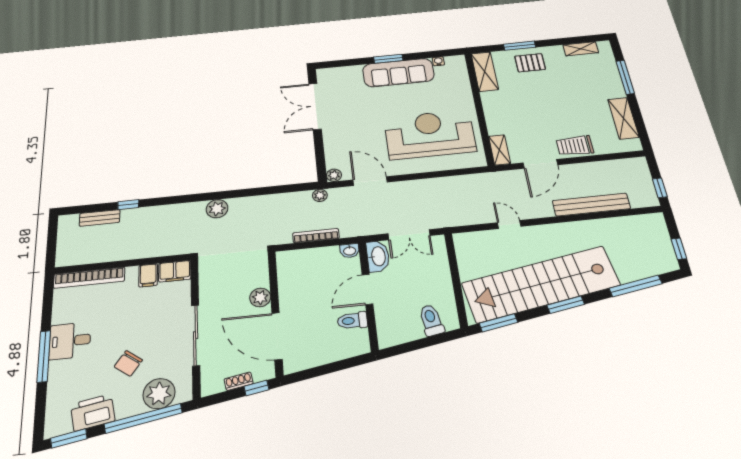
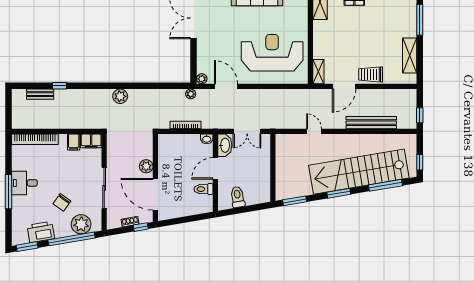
stairs: (541, 284) -> (359, 172), moved
toilet: (431, 320) -> (238, 197), moved

